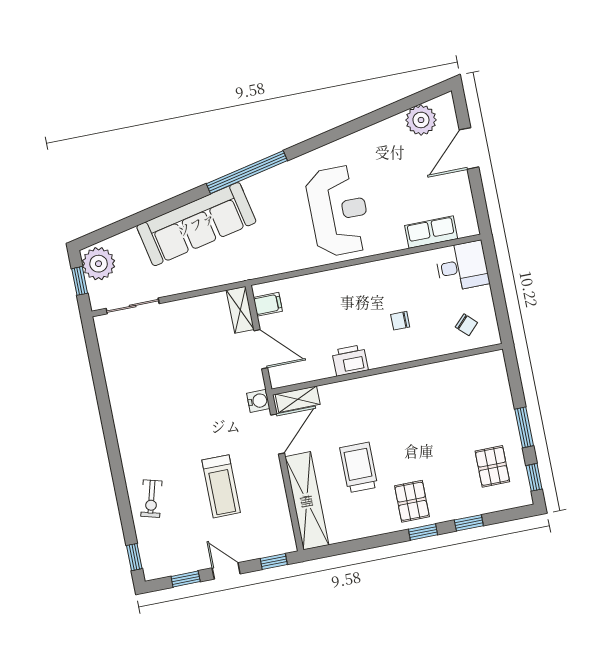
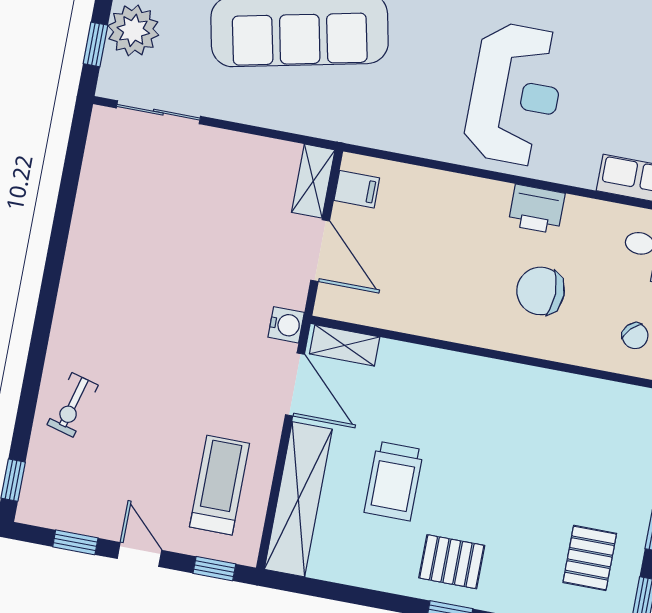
chair: (400, 321) -> (541, 291), width x1.87, depth x1.87
printer: (350, 360) -> (536, 209), moved, turned 180
door: (278, 434) -> (295, 385), hinge flipped
trolley: (359, 467) -> (394, 481), turned 180
treadmill: (221, 486) -> (219, 485), moved, turned 180
pallet: (412, 501) -> (452, 562), turned 90

